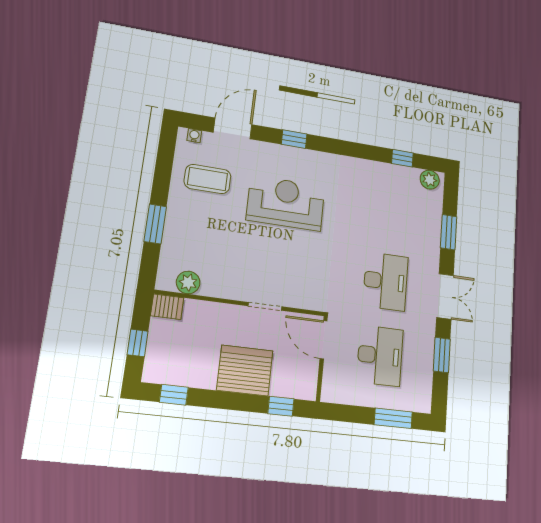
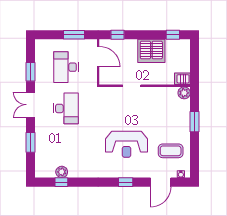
plant: (430, 180) -> (62, 172), moved
desk: (386, 281) -> (66, 108), turned 180
plant: (188, 282) -> (184, 93), moved
door: (324, 340) -> (98, 57), moved
window: (138, 343) -> (195, 59), removed
server rack: (245, 370) -> (151, 51), moved
window: (393, 418) -> (74, 35), moved

